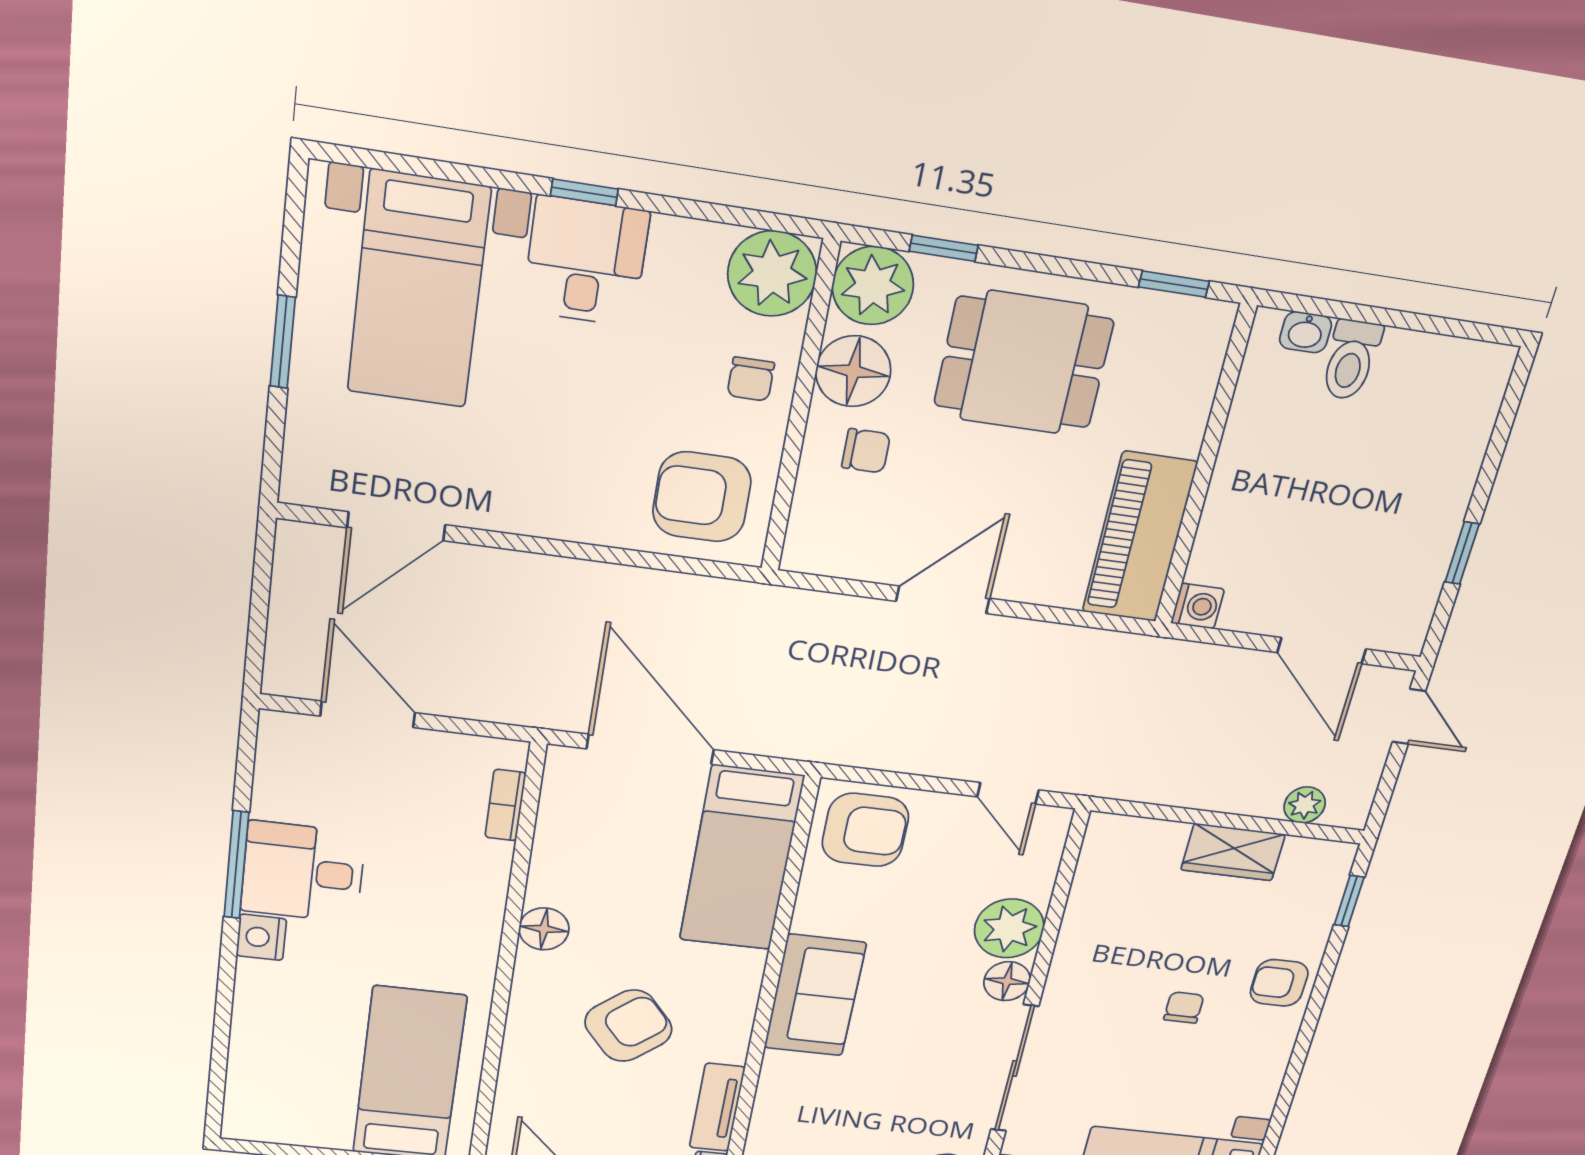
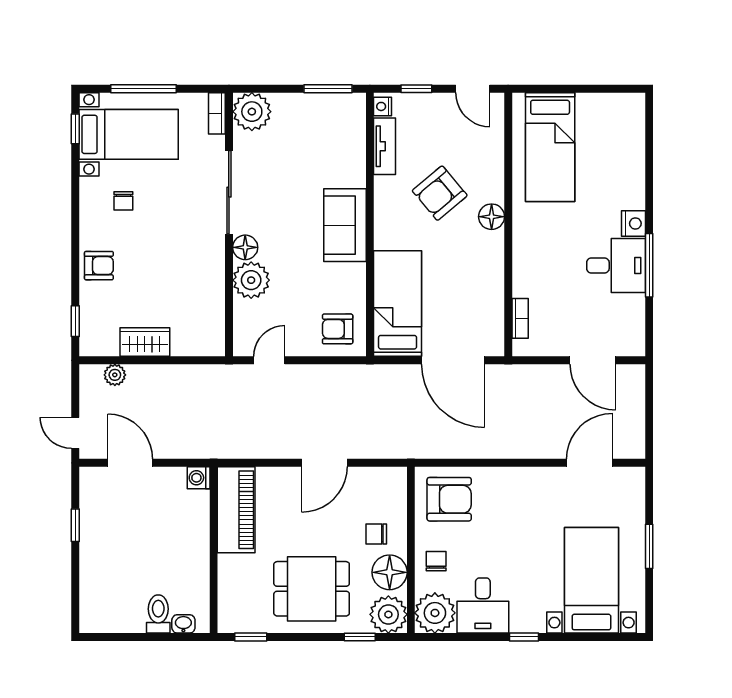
desk: (586, 261) -> (483, 605), moved
door: (1008, 793) -> (269, 360), hinge flipped
armchair: (865, 830) -> (338, 329), width x0.72, depth x0.72
floor lamp: (544, 929) -> (492, 217), moved
chair: (1184, 1008) -> (123, 201), moved

